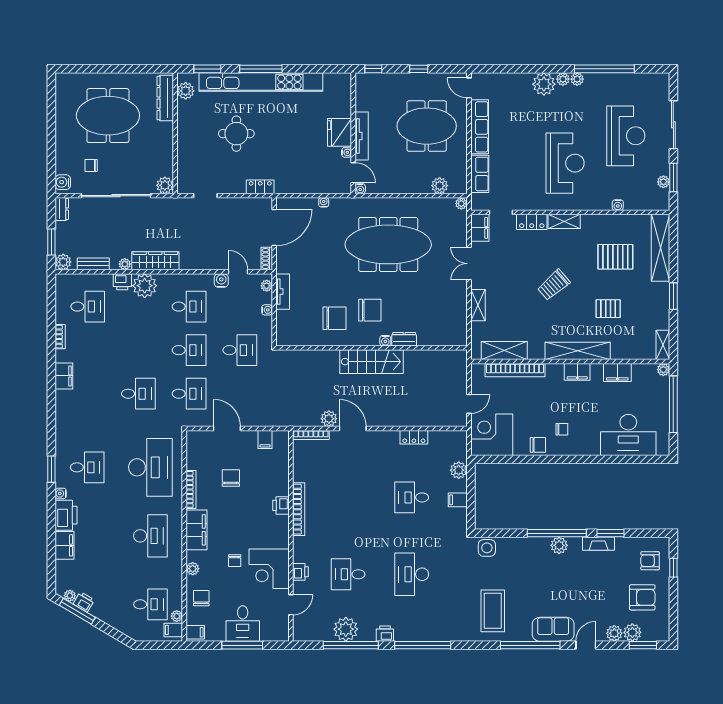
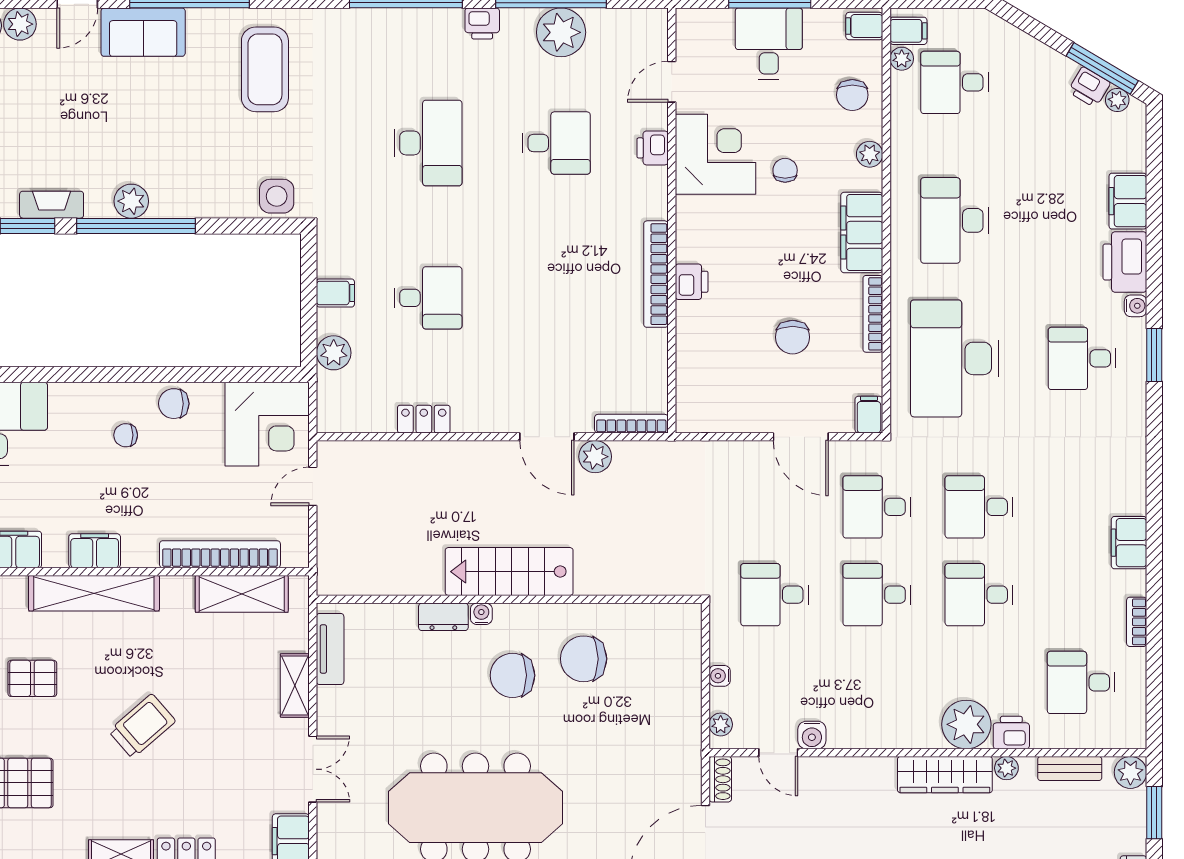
tv unit: (283, 292) -> (330, 649), moved, turned 180
desk: (189, 307) -> (979, 595), moved
filing cabinet: (265, 439) -> (869, 415), moved

